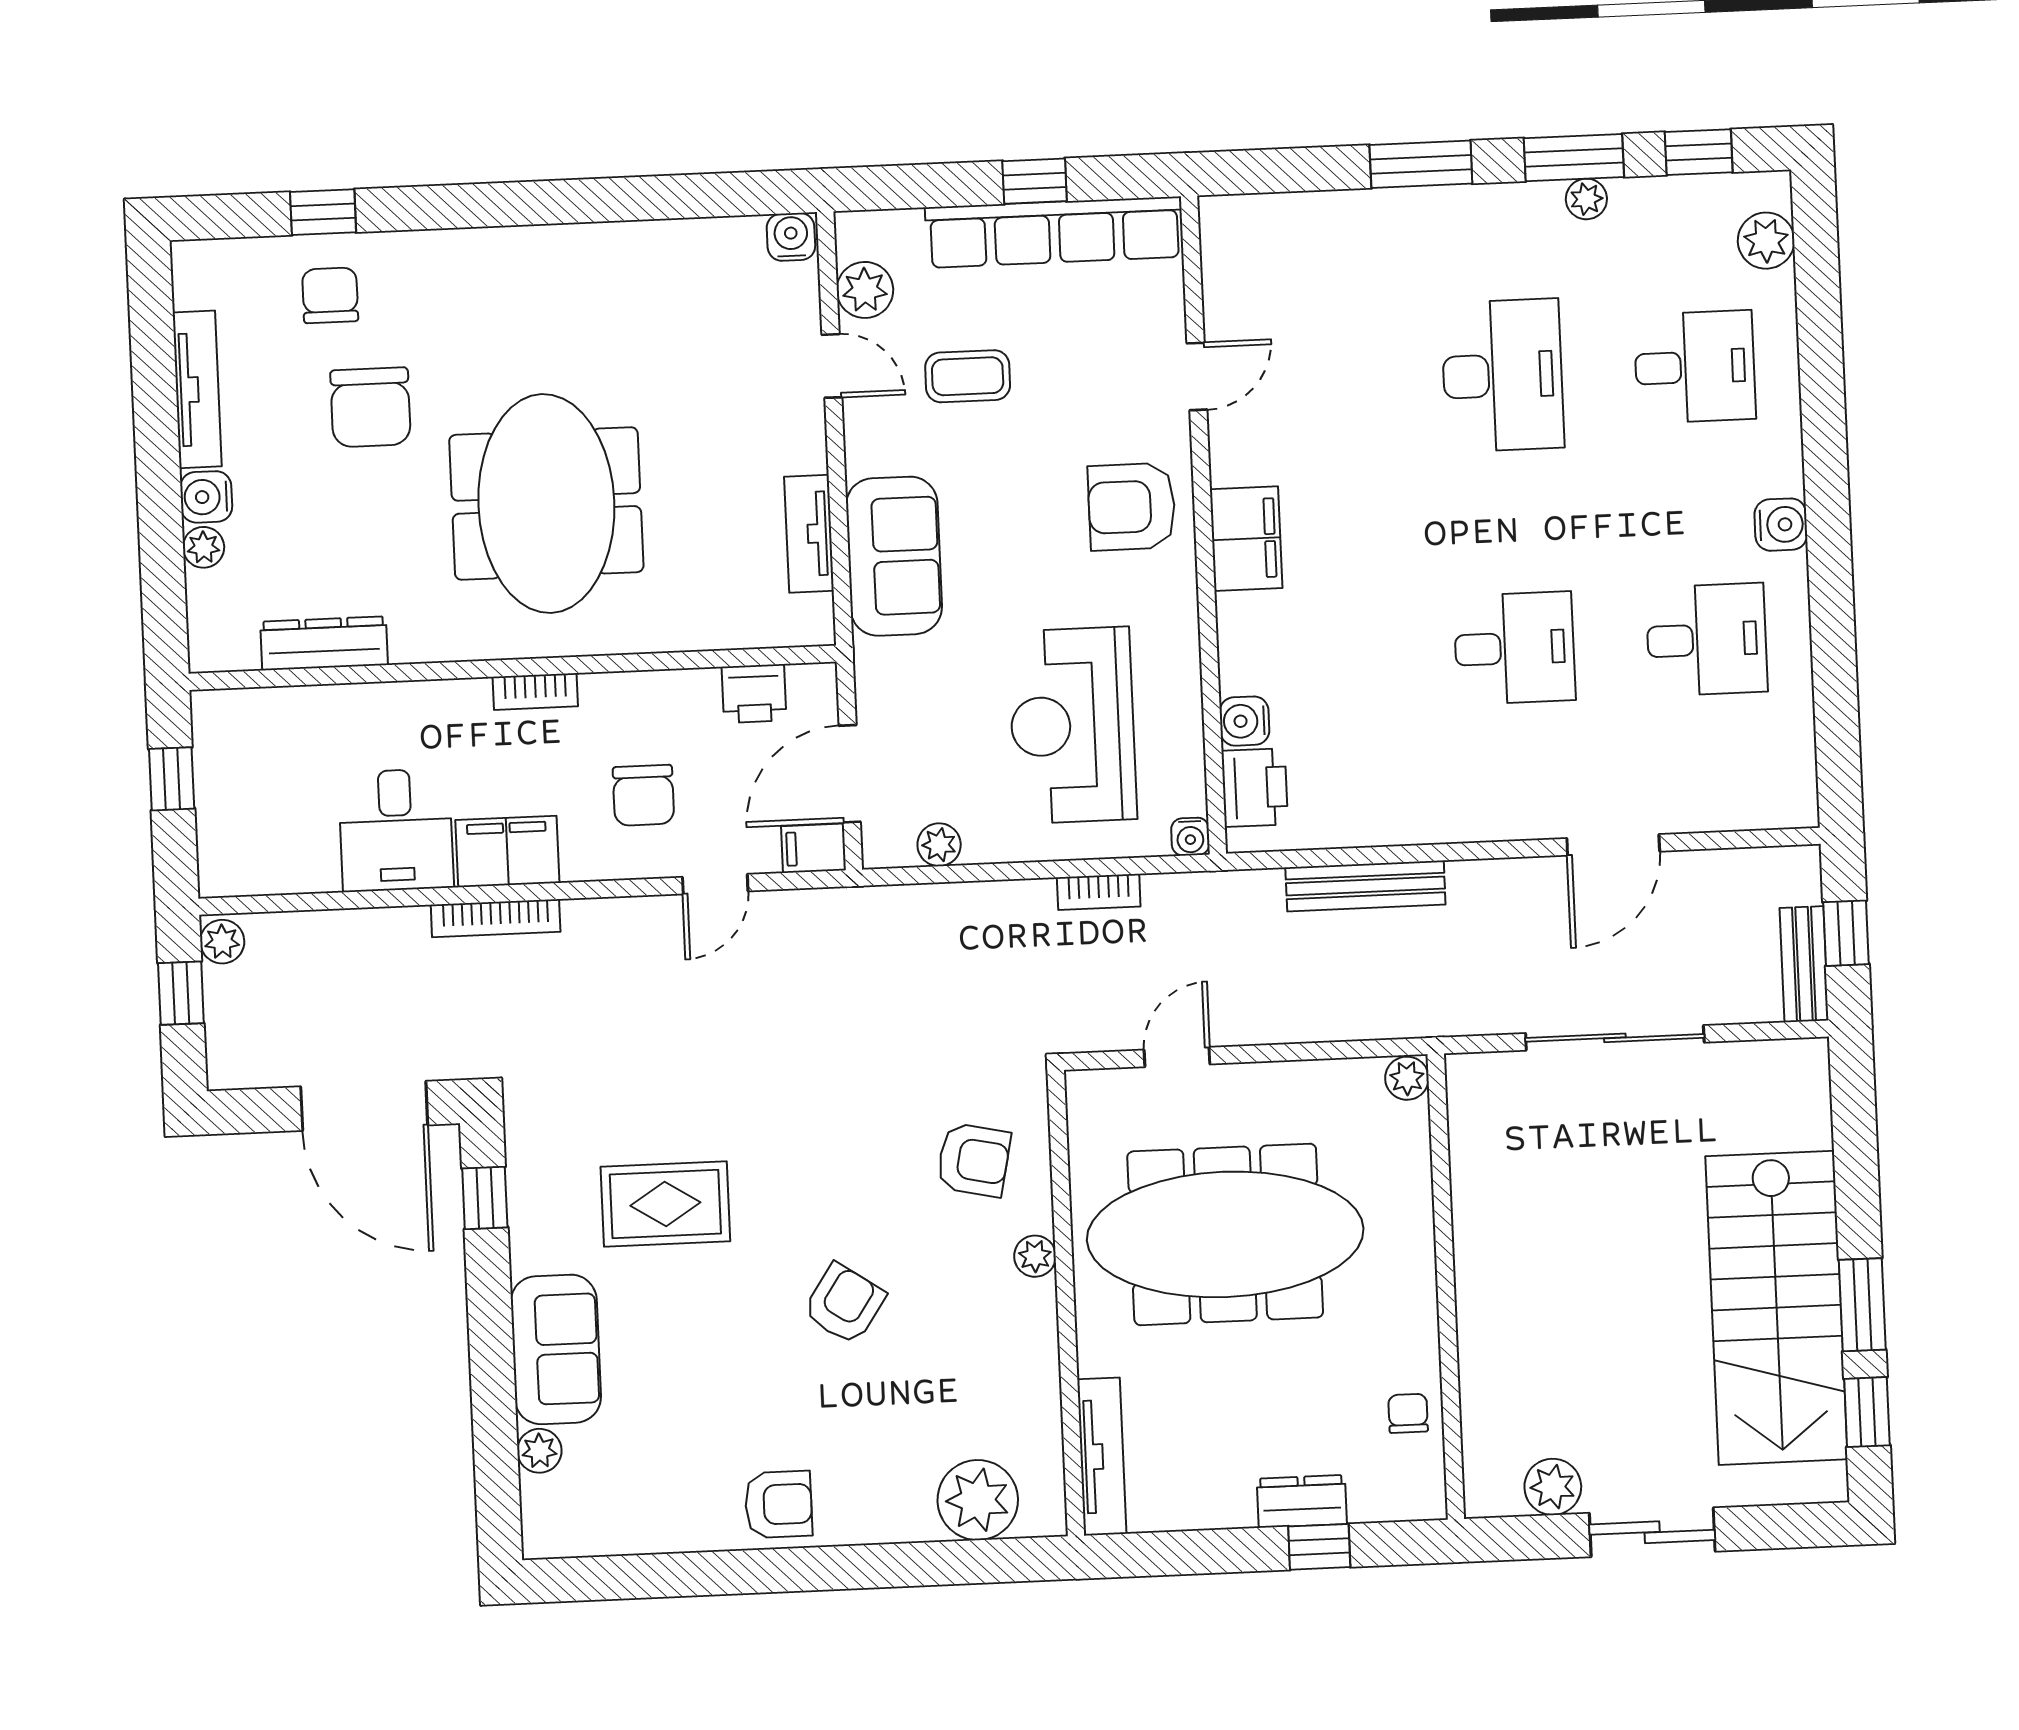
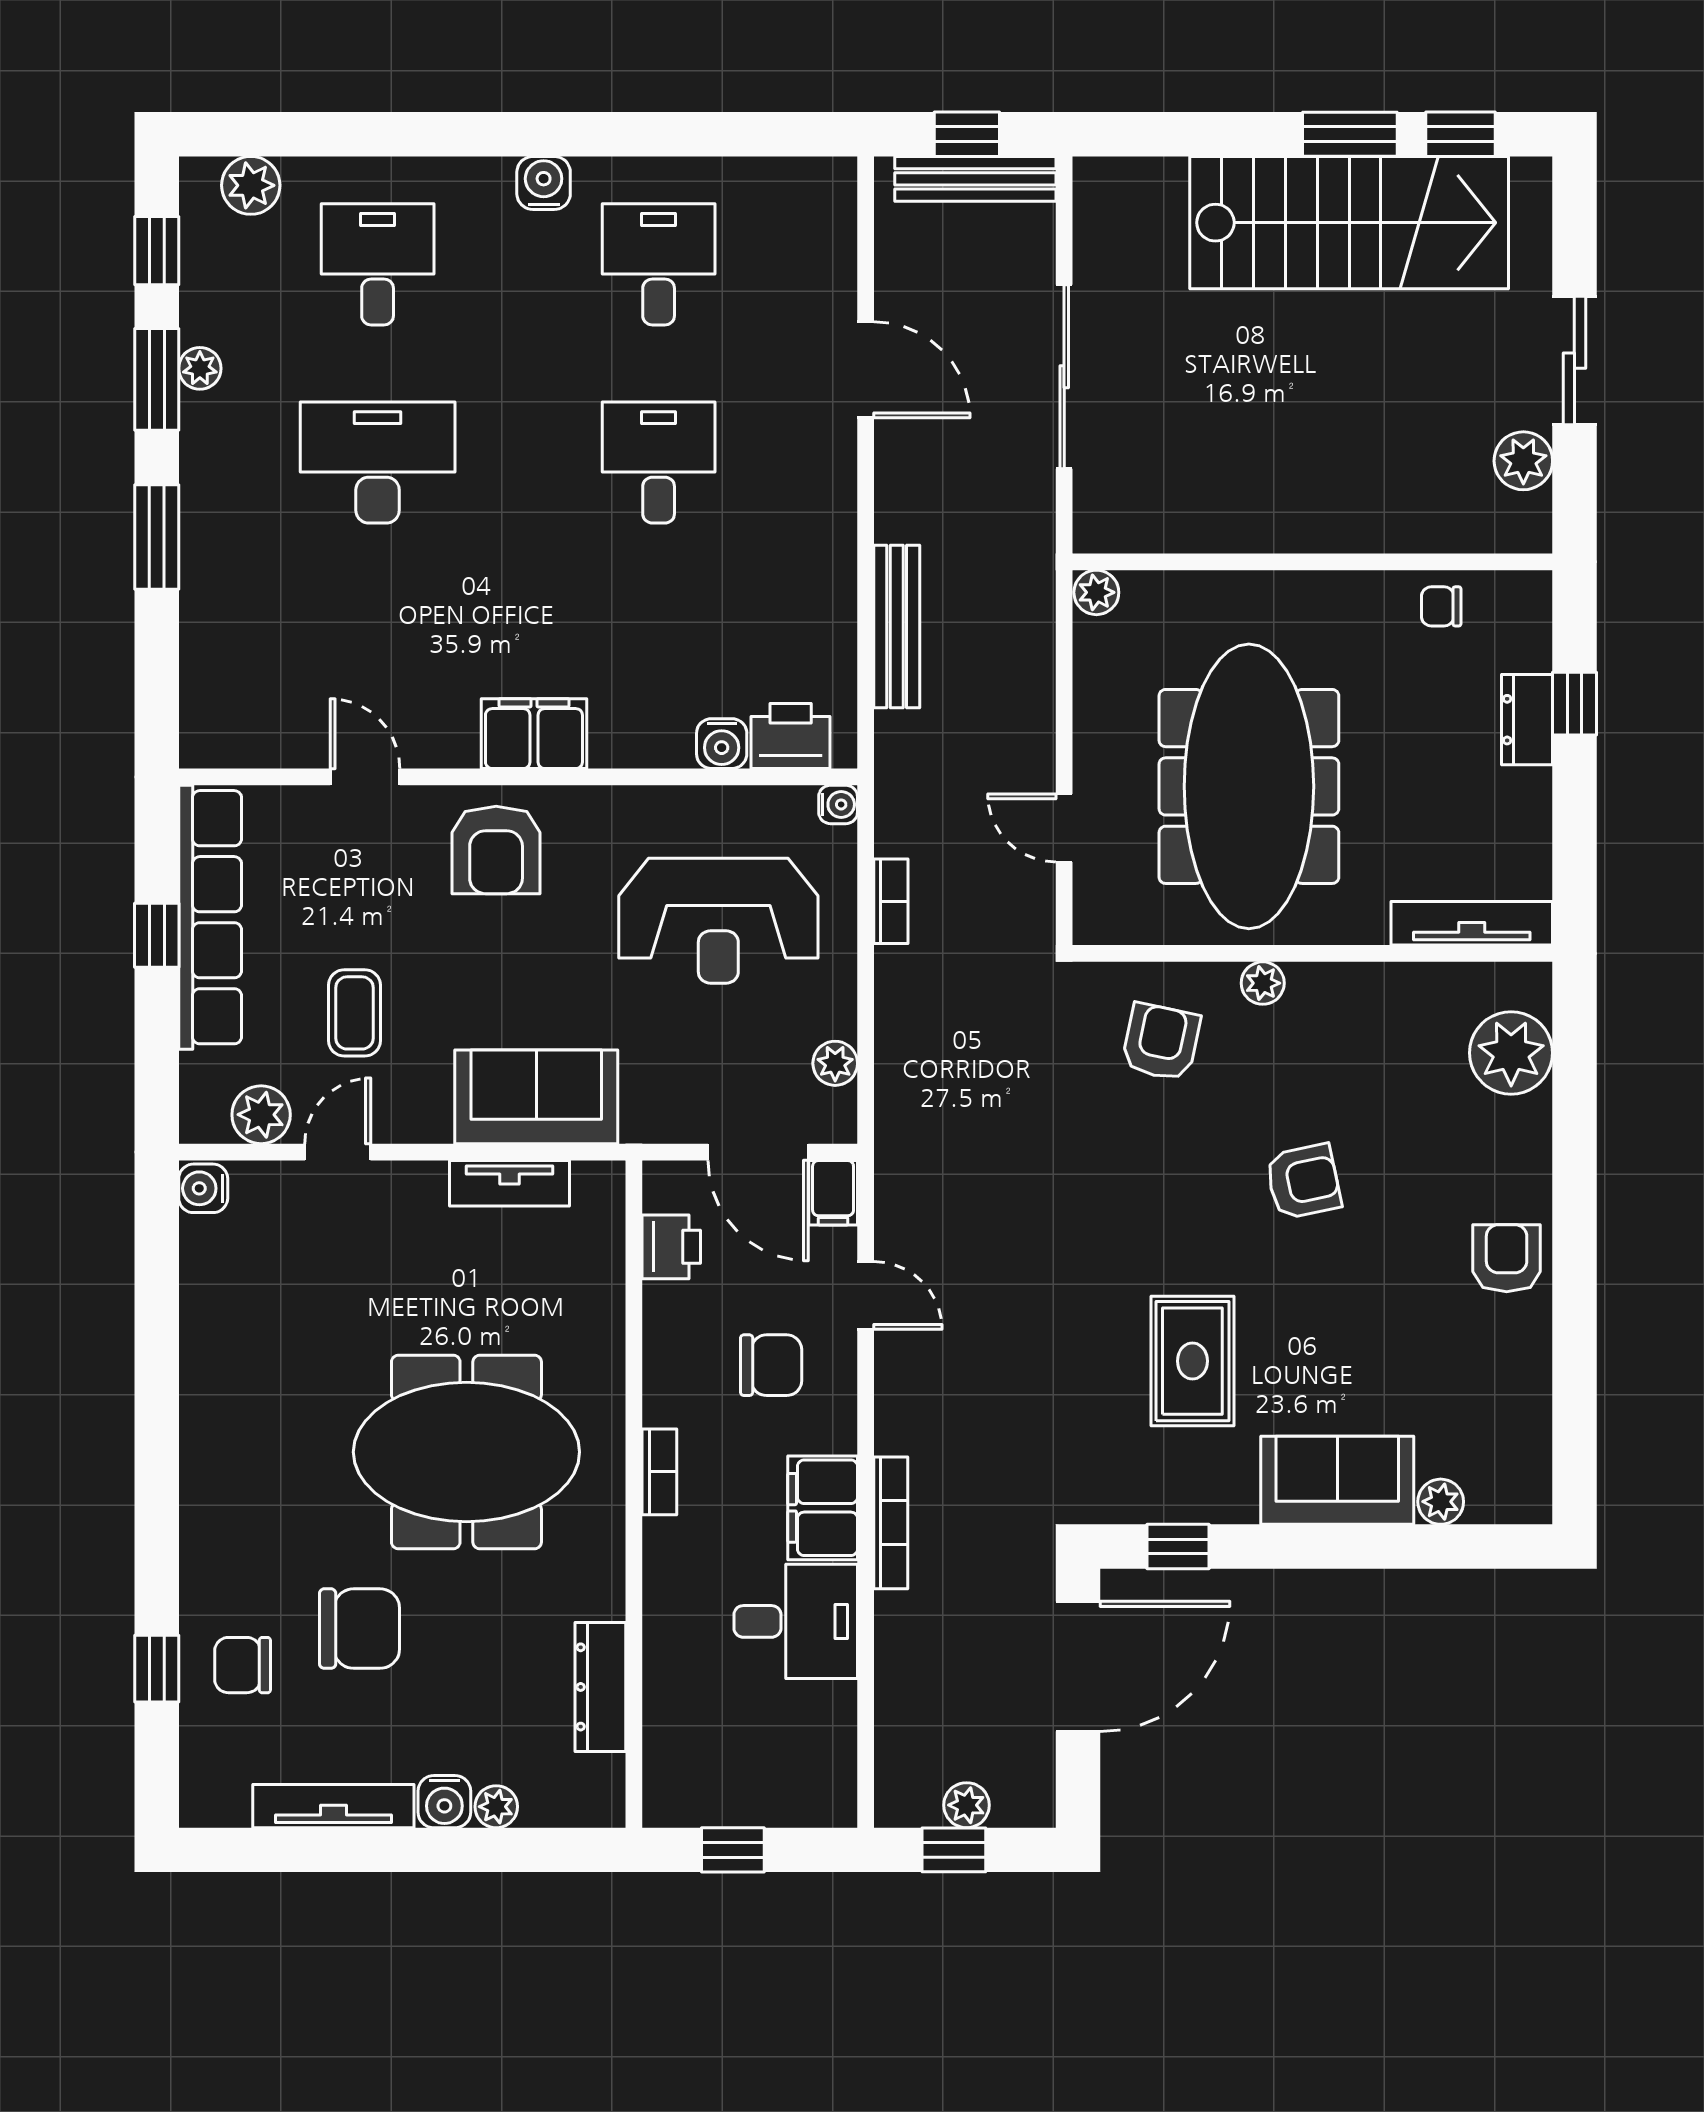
plant: (222, 942) -> (967, 1805), moved
bench: (1804, 964) -> (975, 179), width x1.36
armchair: (844, 1304) -> (1303, 1182), turned 134

